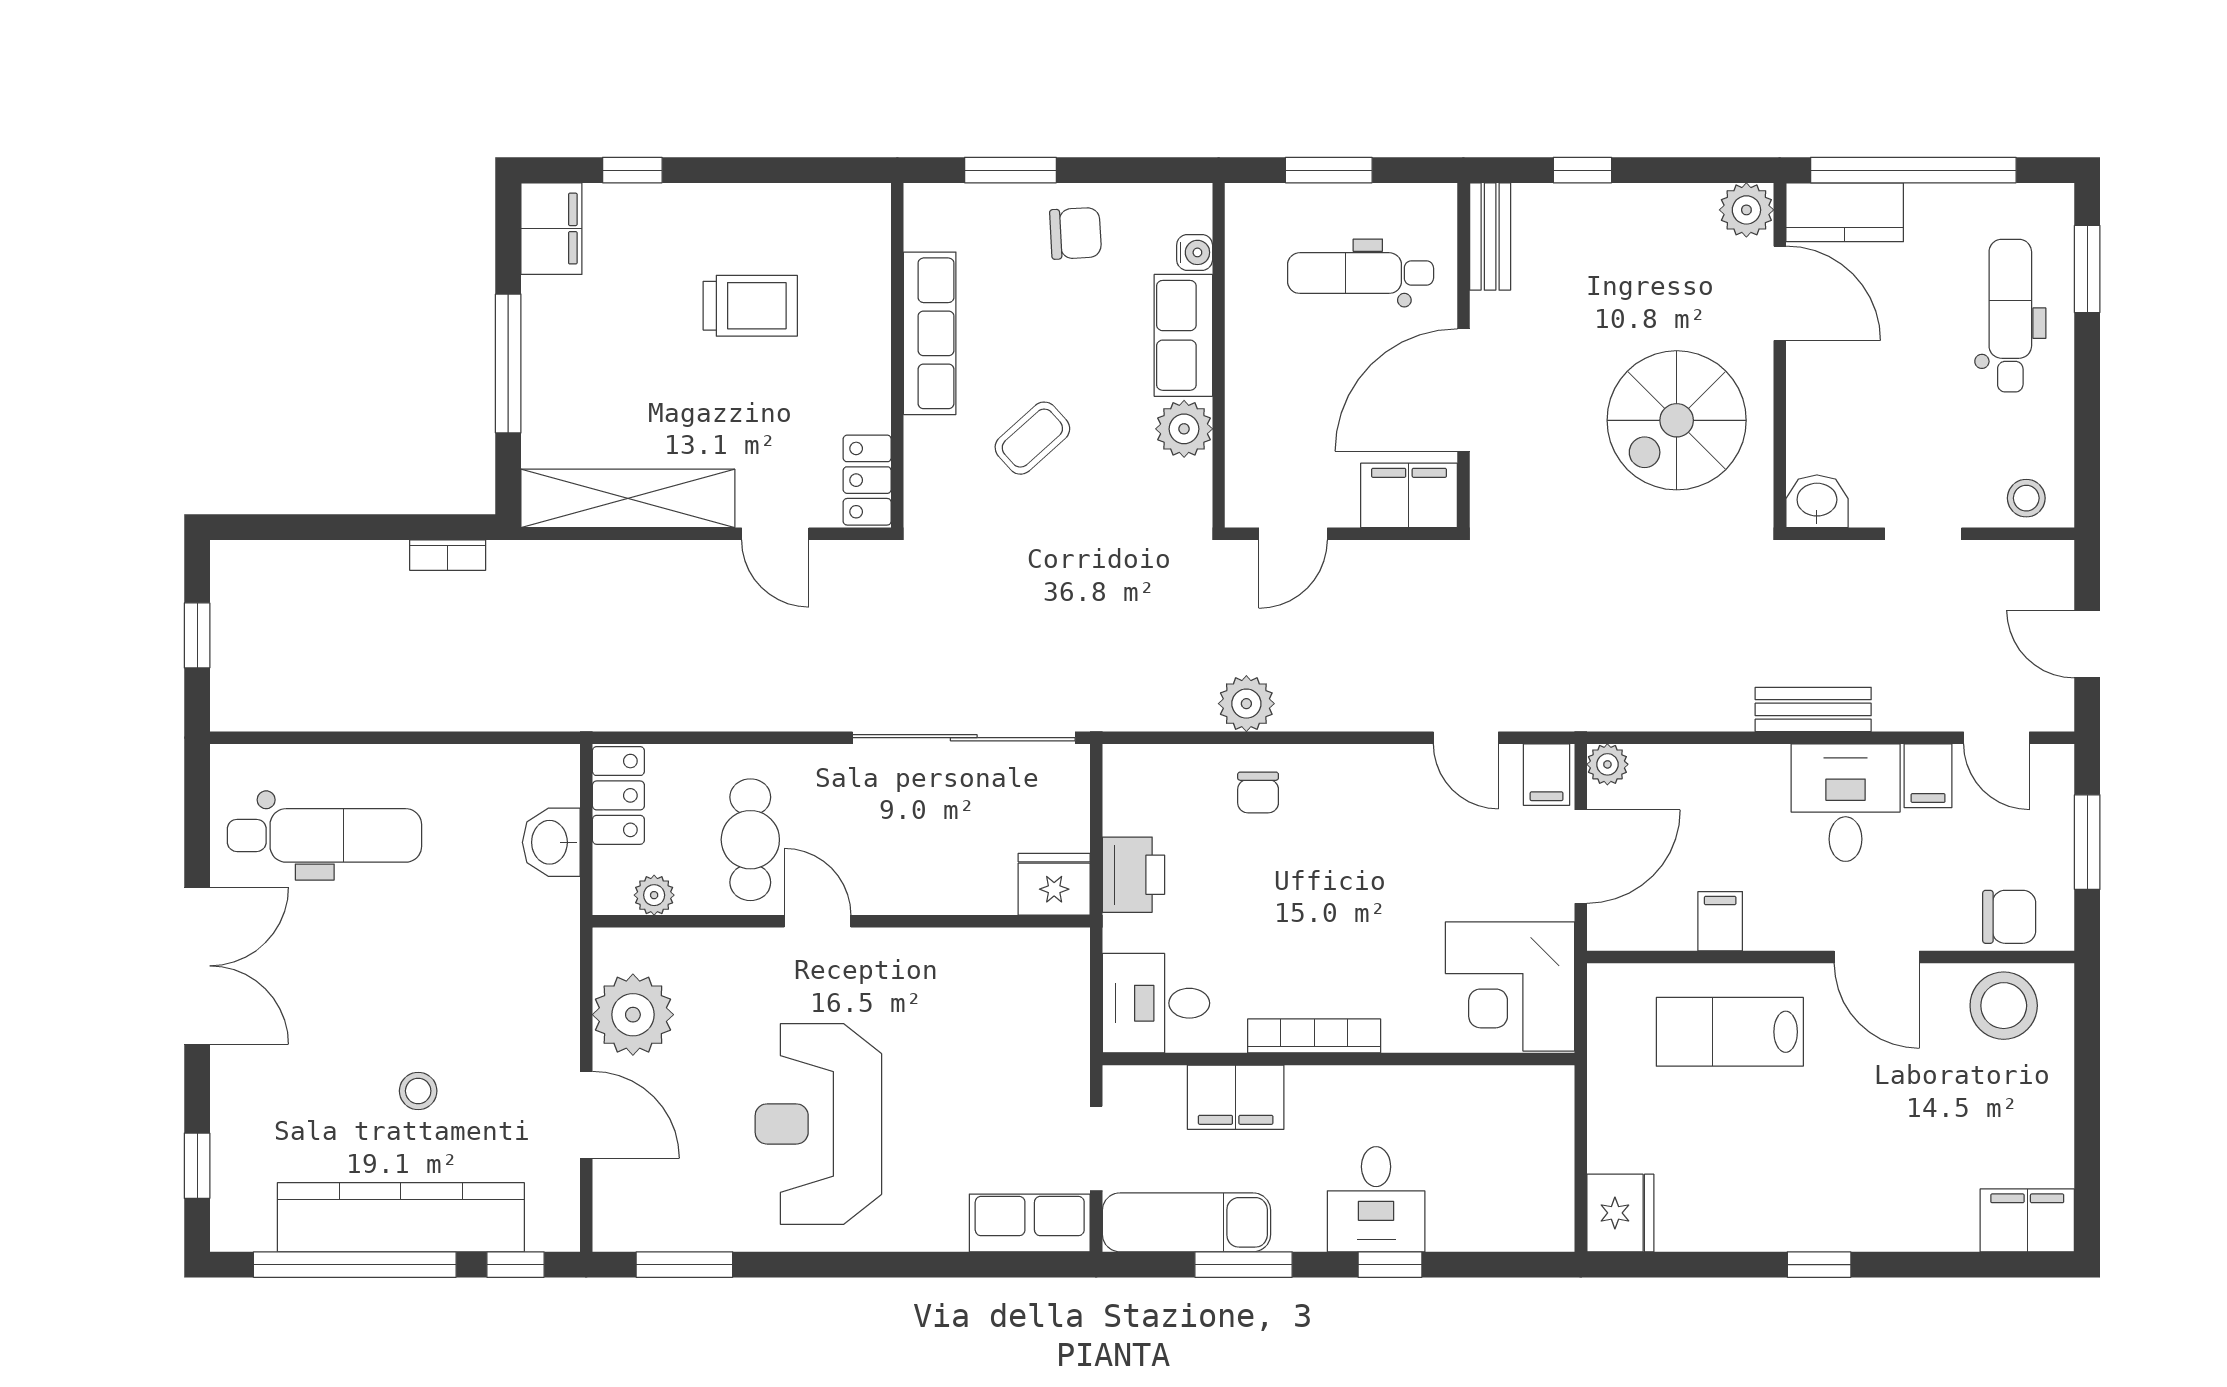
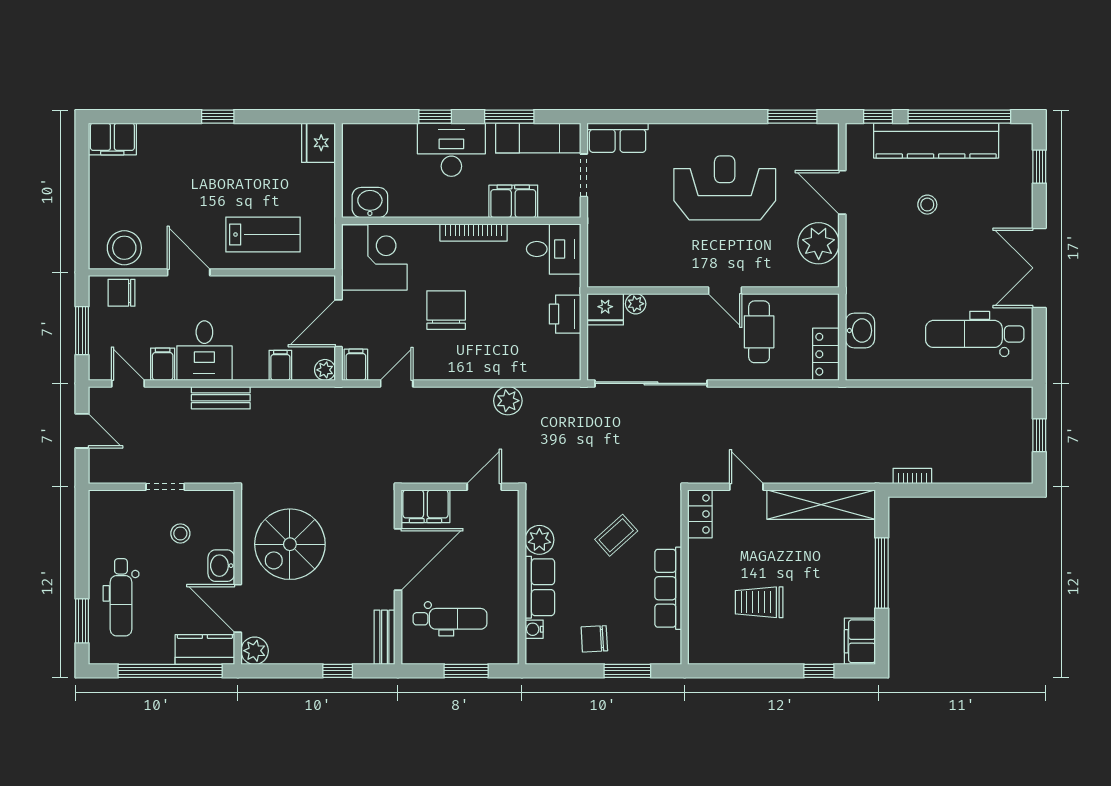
spiral stairs: (1677, 420) -> (290, 544), turned 180
stool: (2026, 498) -> (180, 533), moved
washbasin: (1817, 501) -> (221, 566), moved, turned 90
door: (1466, 738) -> (397, 383), hinge flipped
chair: (1258, 792) -> (446, 310), moved, width x1.87, depth x1.87
plant: (654, 895) -> (636, 304), moved
filing cabinet: (1720, 921) -> (280, 365), moved, turned 180
washbasin: (1519, 1095) -> (370, 203), added
reception desk: (818, 1124) -> (725, 188), turned -90
desk: (1376, 1199) -> (451, 150), width x1.37

